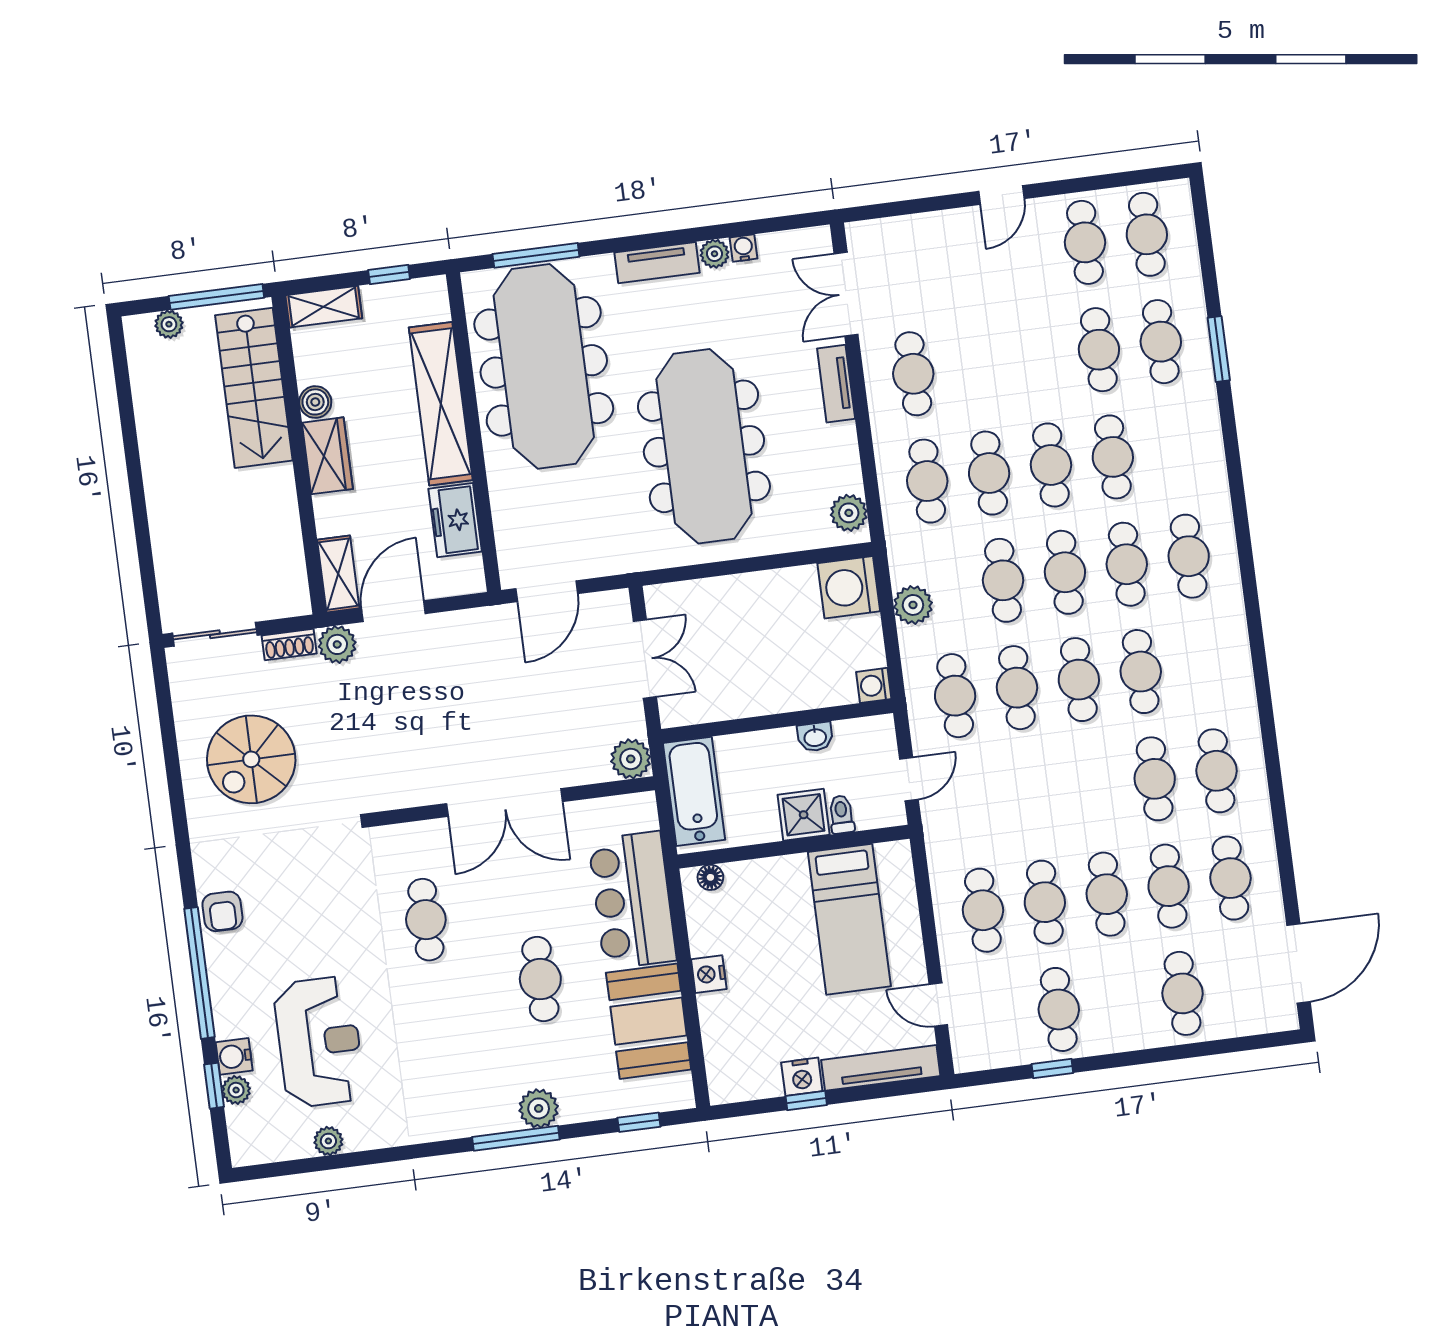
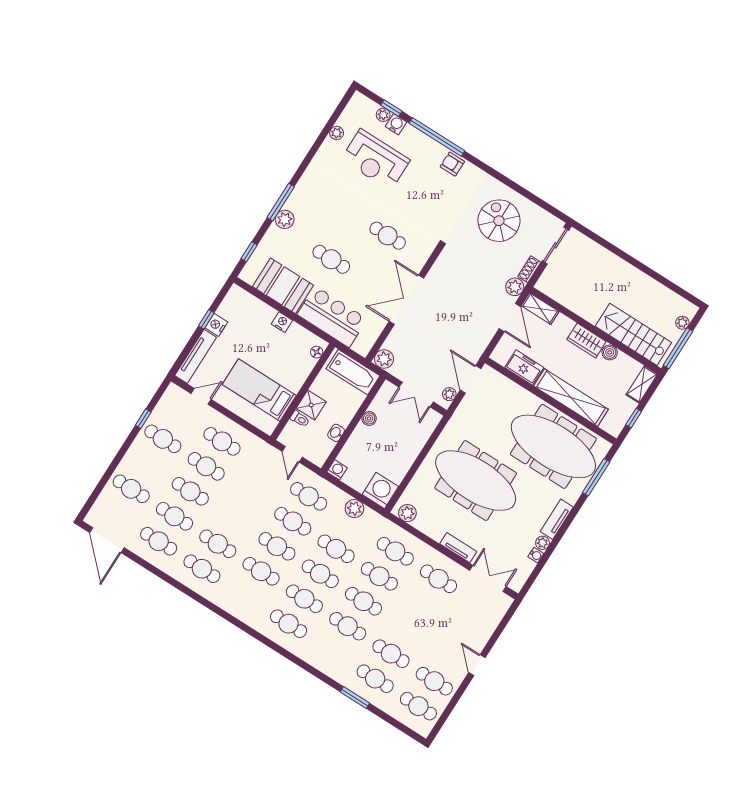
plant: (599, 606) -> (449, 394), added
boiler: (747, 703) -> (369, 418), added

